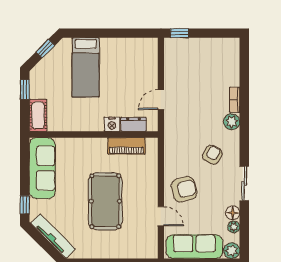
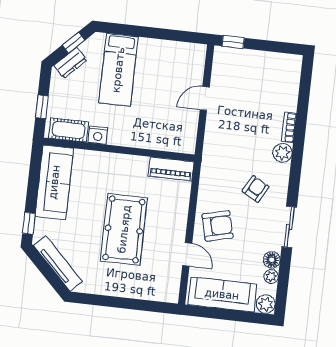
window: (25, 90) -> (42, 107), moved
door: (161, 100) -> (205, 98), moved
cot: (38, 115) -> (69, 130), moved, turned 90
nightstand: (112, 124) -> (98, 135), moved
dresser: (134, 124) -> (70, 63), moved, turned 135
piano: (126, 146) -> (171, 169), moved

